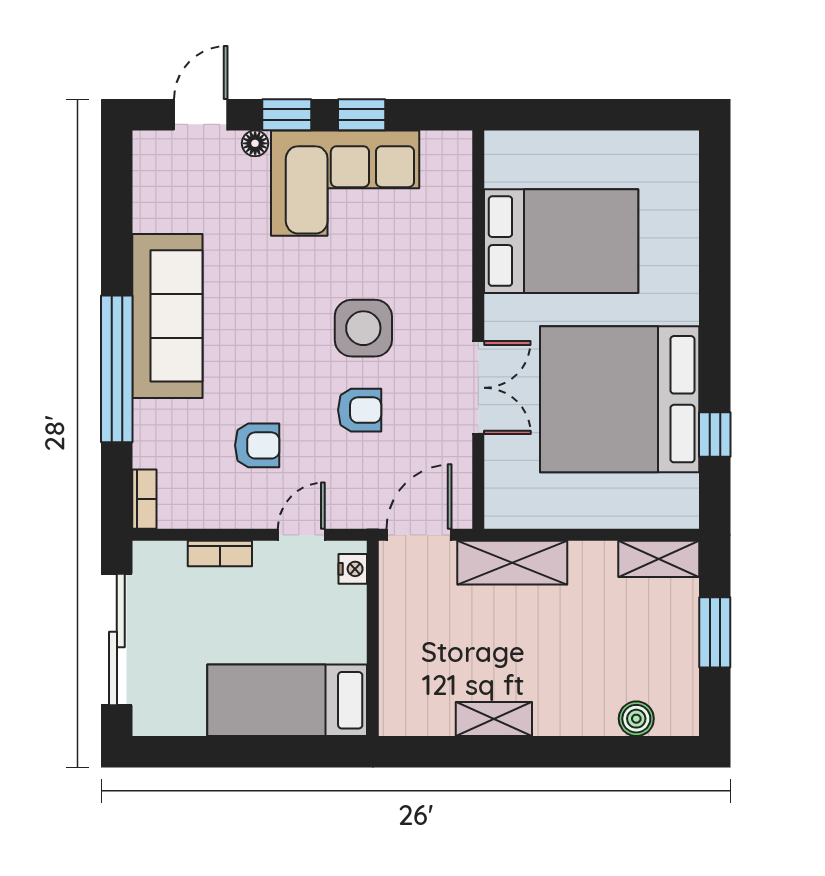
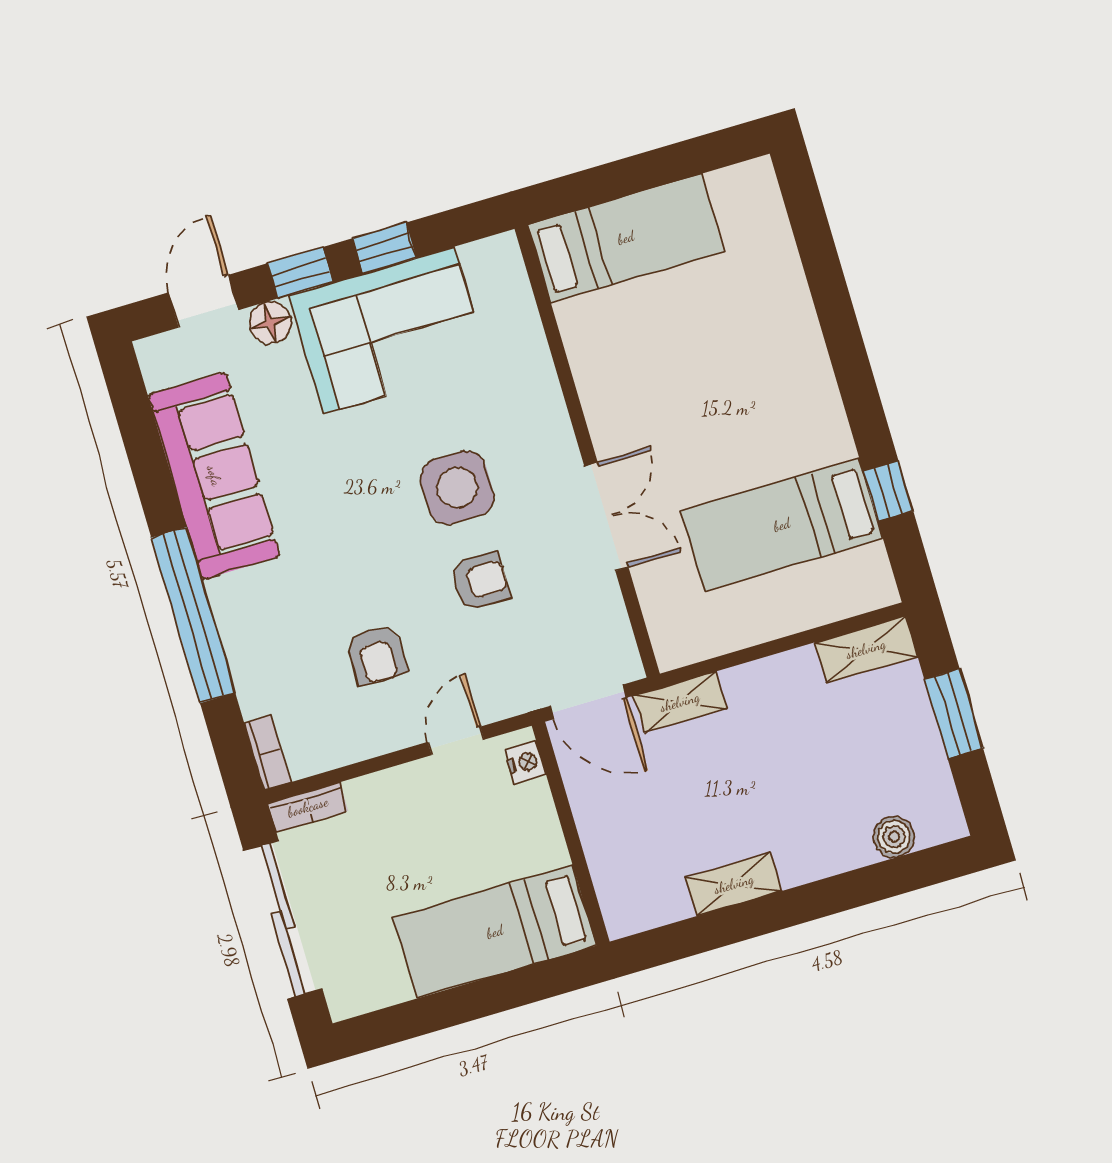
floor lamp: (255, 143) -> (270, 323), width x1.37, depth x1.37
bed: (561, 241) -> (626, 238), moved, width x0.67
sofa: (167, 316) -> (214, 476), moved
bed: (620, 399) -> (782, 525), width x0.49
armchair: (257, 445) -> (377, 655), turned 90
door: (419, 535) -> (588, 702), swing flipped
bookcase: (220, 553) -> (308, 807), moved
shelving: (512, 563) -> (680, 702), width x0.67, depth x0.75

